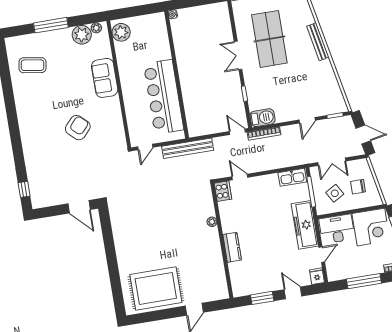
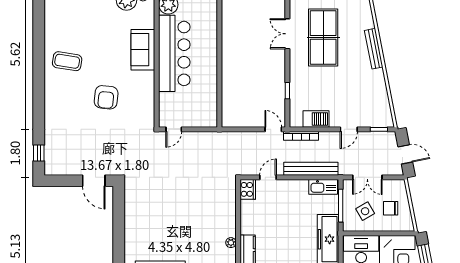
double door: (238, 55) -> (287, 34), moved
coffee table: (32, 65) -> (67, 61), moved
bar counter: (164, 97) -> (174, 53), moved, turned 180
barbecue: (263, 118) -> (316, 119), moved
armchair: (78, 128) -> (106, 97), turned 143
bench: (188, 148) -> (311, 169), moved
door: (240, 177) -> (268, 177), hinge flipped
plant: (212, 222) -> (231, 243), moved

